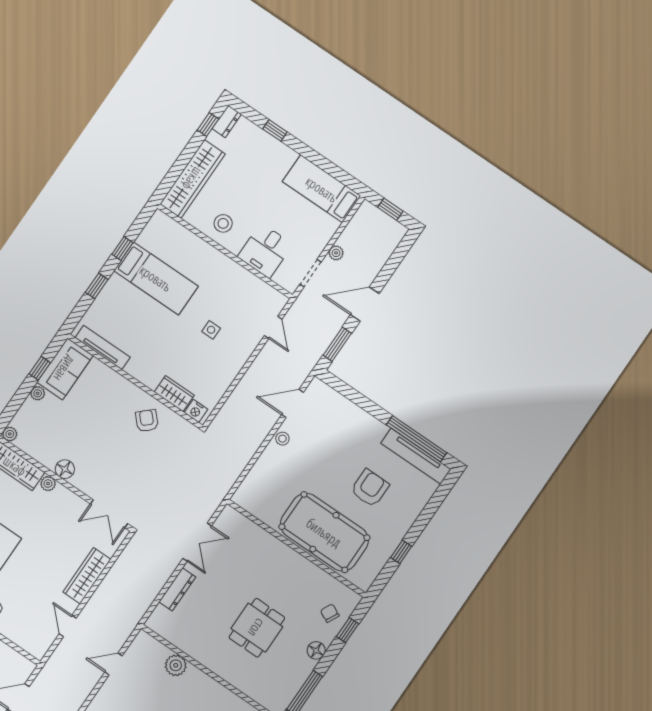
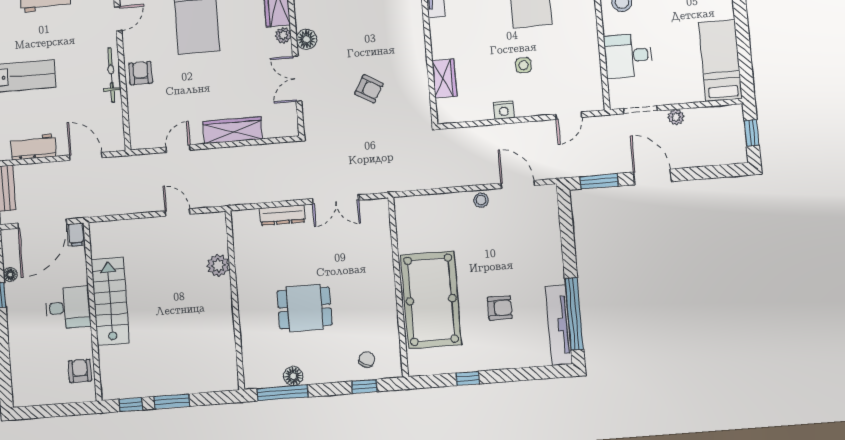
nightstand: (196, 411) -> (504, 110), moved, turned -90
armchair: (147, 421) -> (369, 89), moved, turned 73
armchair: (370, 488) -> (500, 308), width x0.72, depth x0.72
double door: (109, 514) -> (297, 79), moved
floor lamp: (316, 650) -> (293, 376), moved

